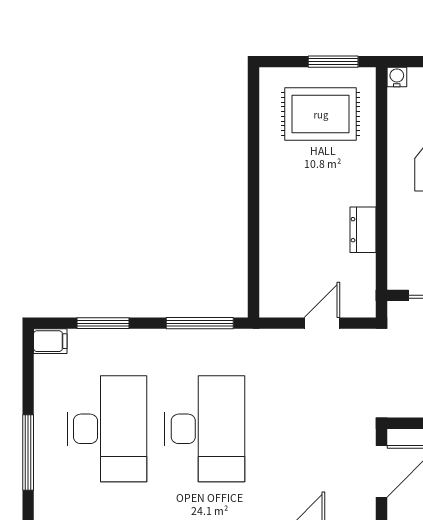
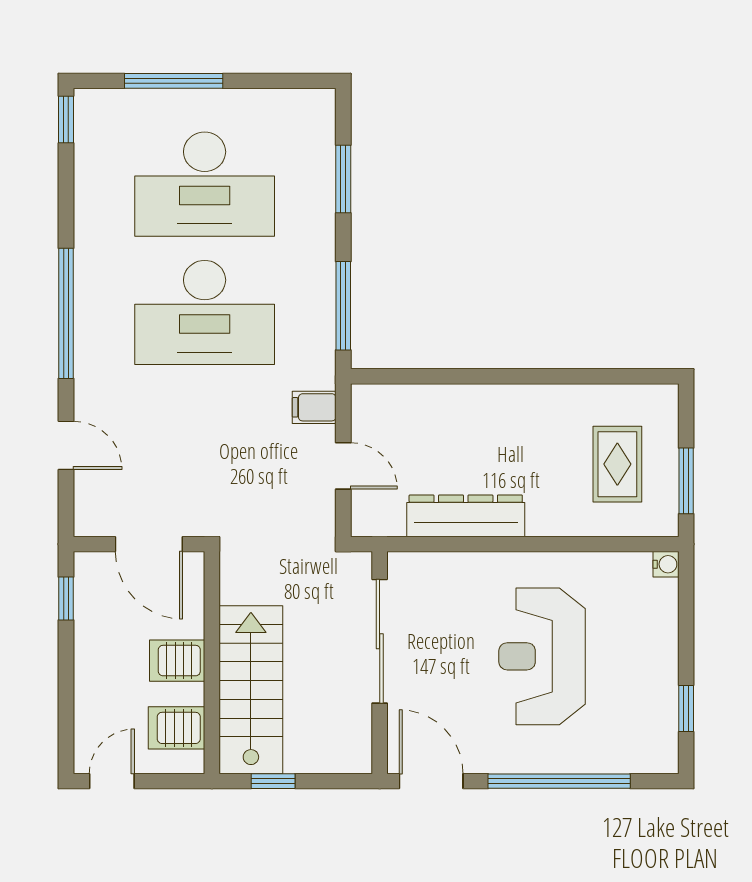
rug: (321, 114) -> (617, 464), width x0.73, depth x0.70
dresser: (363, 230) -> (466, 516), width x1.96, depth x1.24
filing cabinet: (50, 341) -> (314, 407), moved, turned 90

